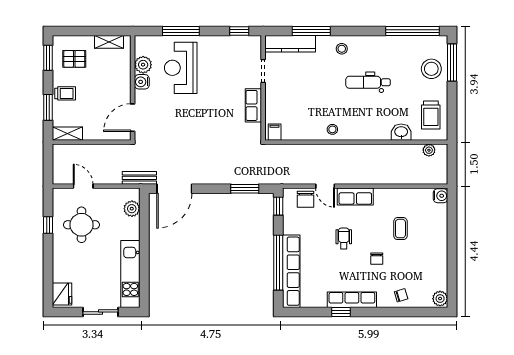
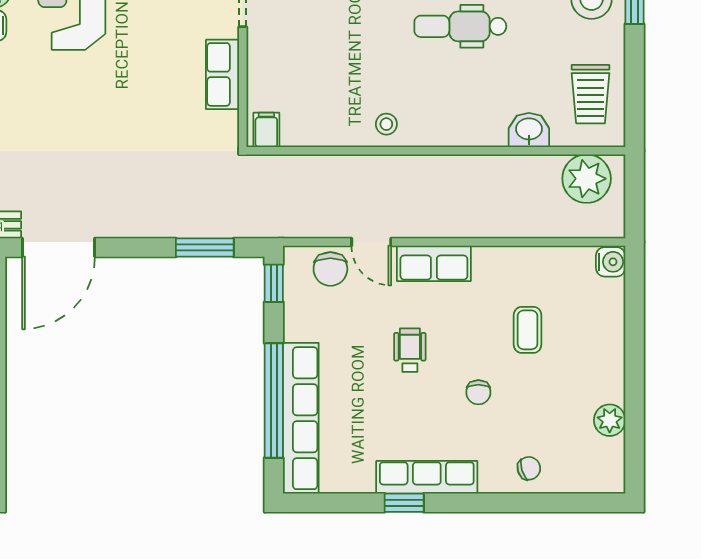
plant: (429, 150) -> (587, 179), width x1.88, depth x1.88
plant: (440, 299) -> (610, 420), moved

